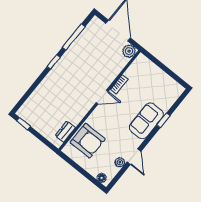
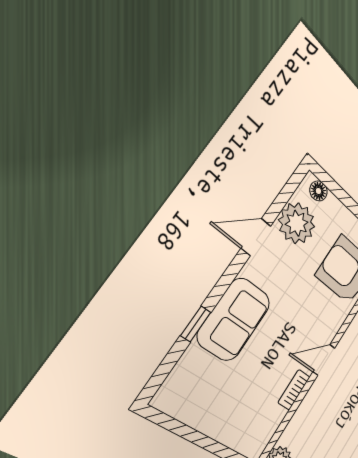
door: (134, 157) -> (256, 237), hinge flipped
plant: (120, 162) -> (297, 223), width x1.88, depth x1.88

